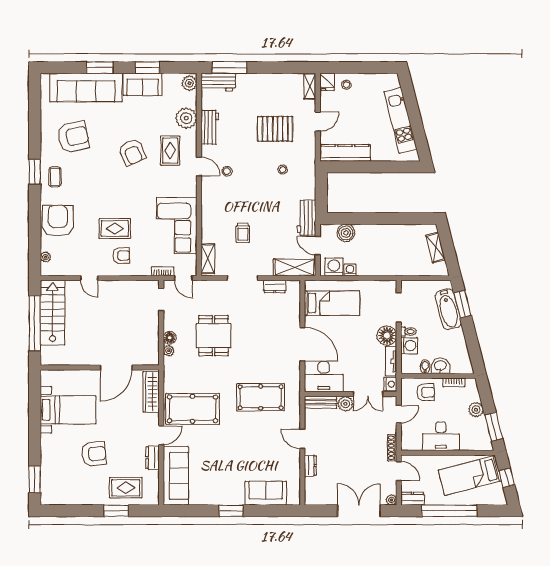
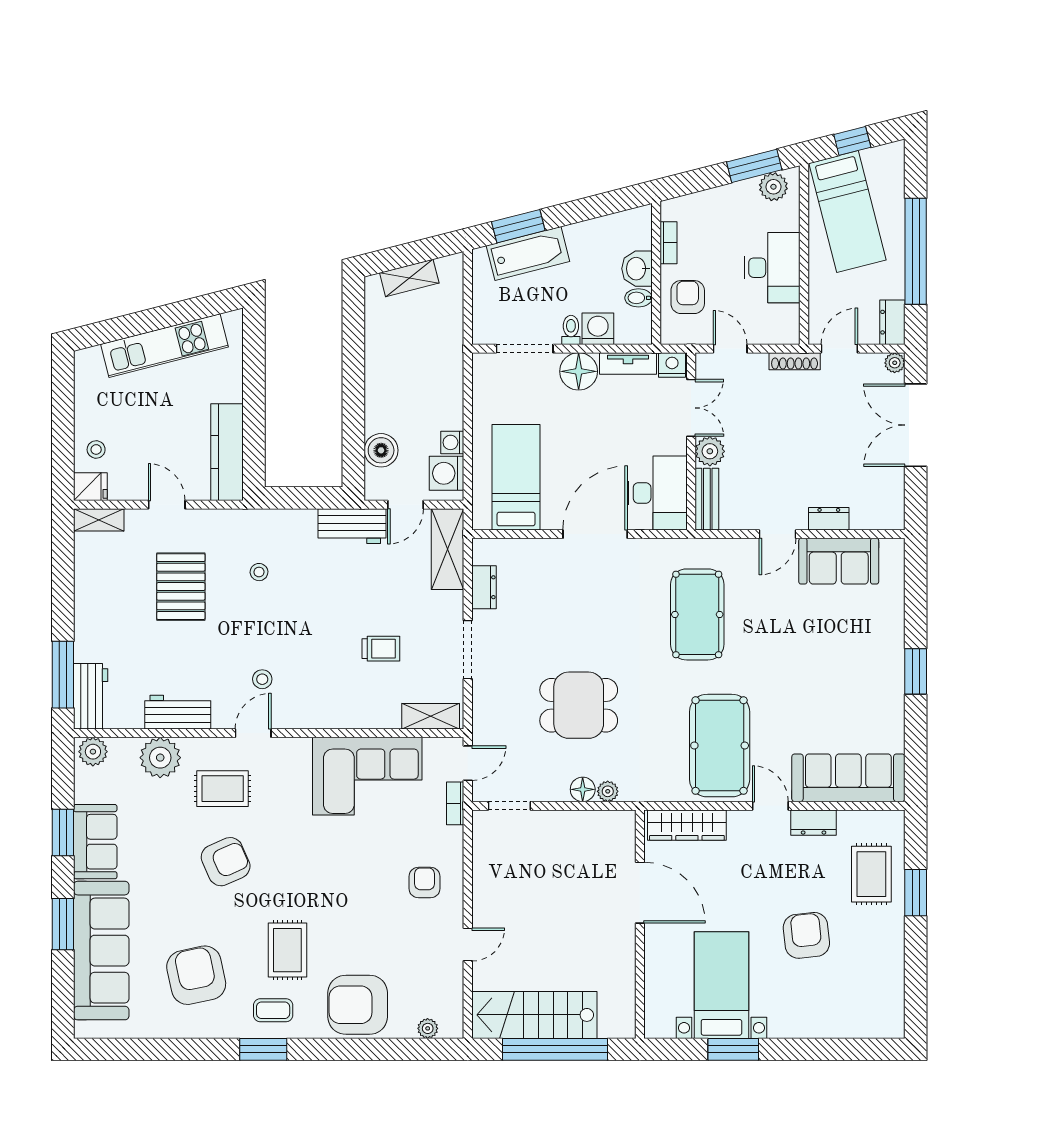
rug: (115, 228) -> (287, 950), moved
plant: (476, 410) -> (773, 187), moved
window: (35, 479) -> (733, 1049), moved
sofa: (266, 493) -> (839, 561), moved, turned -90

